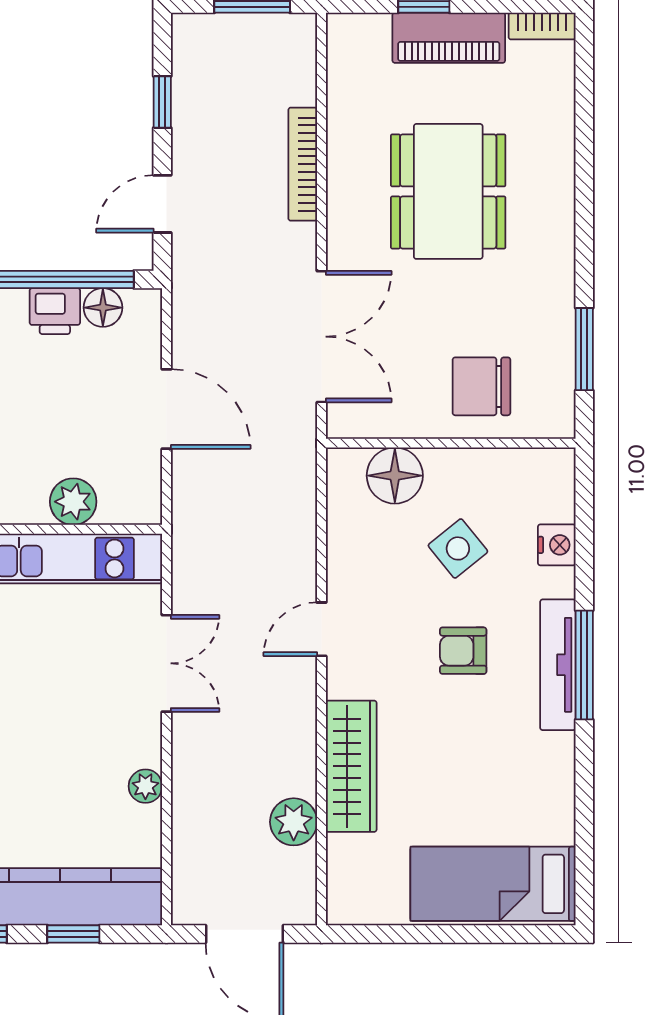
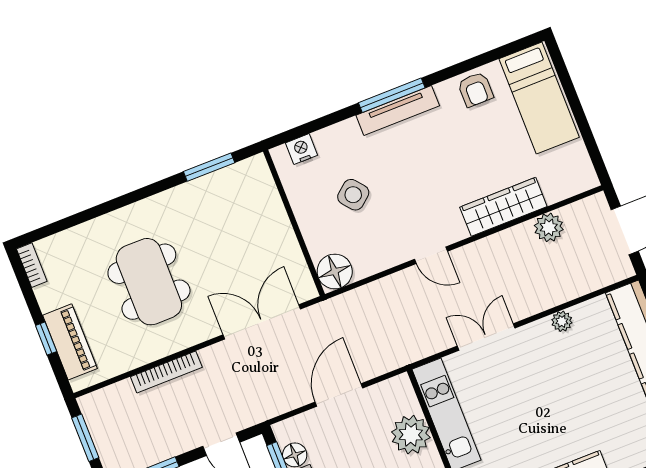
piano: (449, 38) -> (70, 342), moved
dining table: (448, 191) -> (149, 282), turned 90
chair: (481, 386) -> (254, 218), removed
floor lamp: (395, 476) -> (335, 271), moved
plant: (73, 502) -> (411, 435), width x1.36, depth x1.36
nightstand: (557, 545) -> (302, 149), moved
armchair: (463, 651) -> (475, 90), moved

